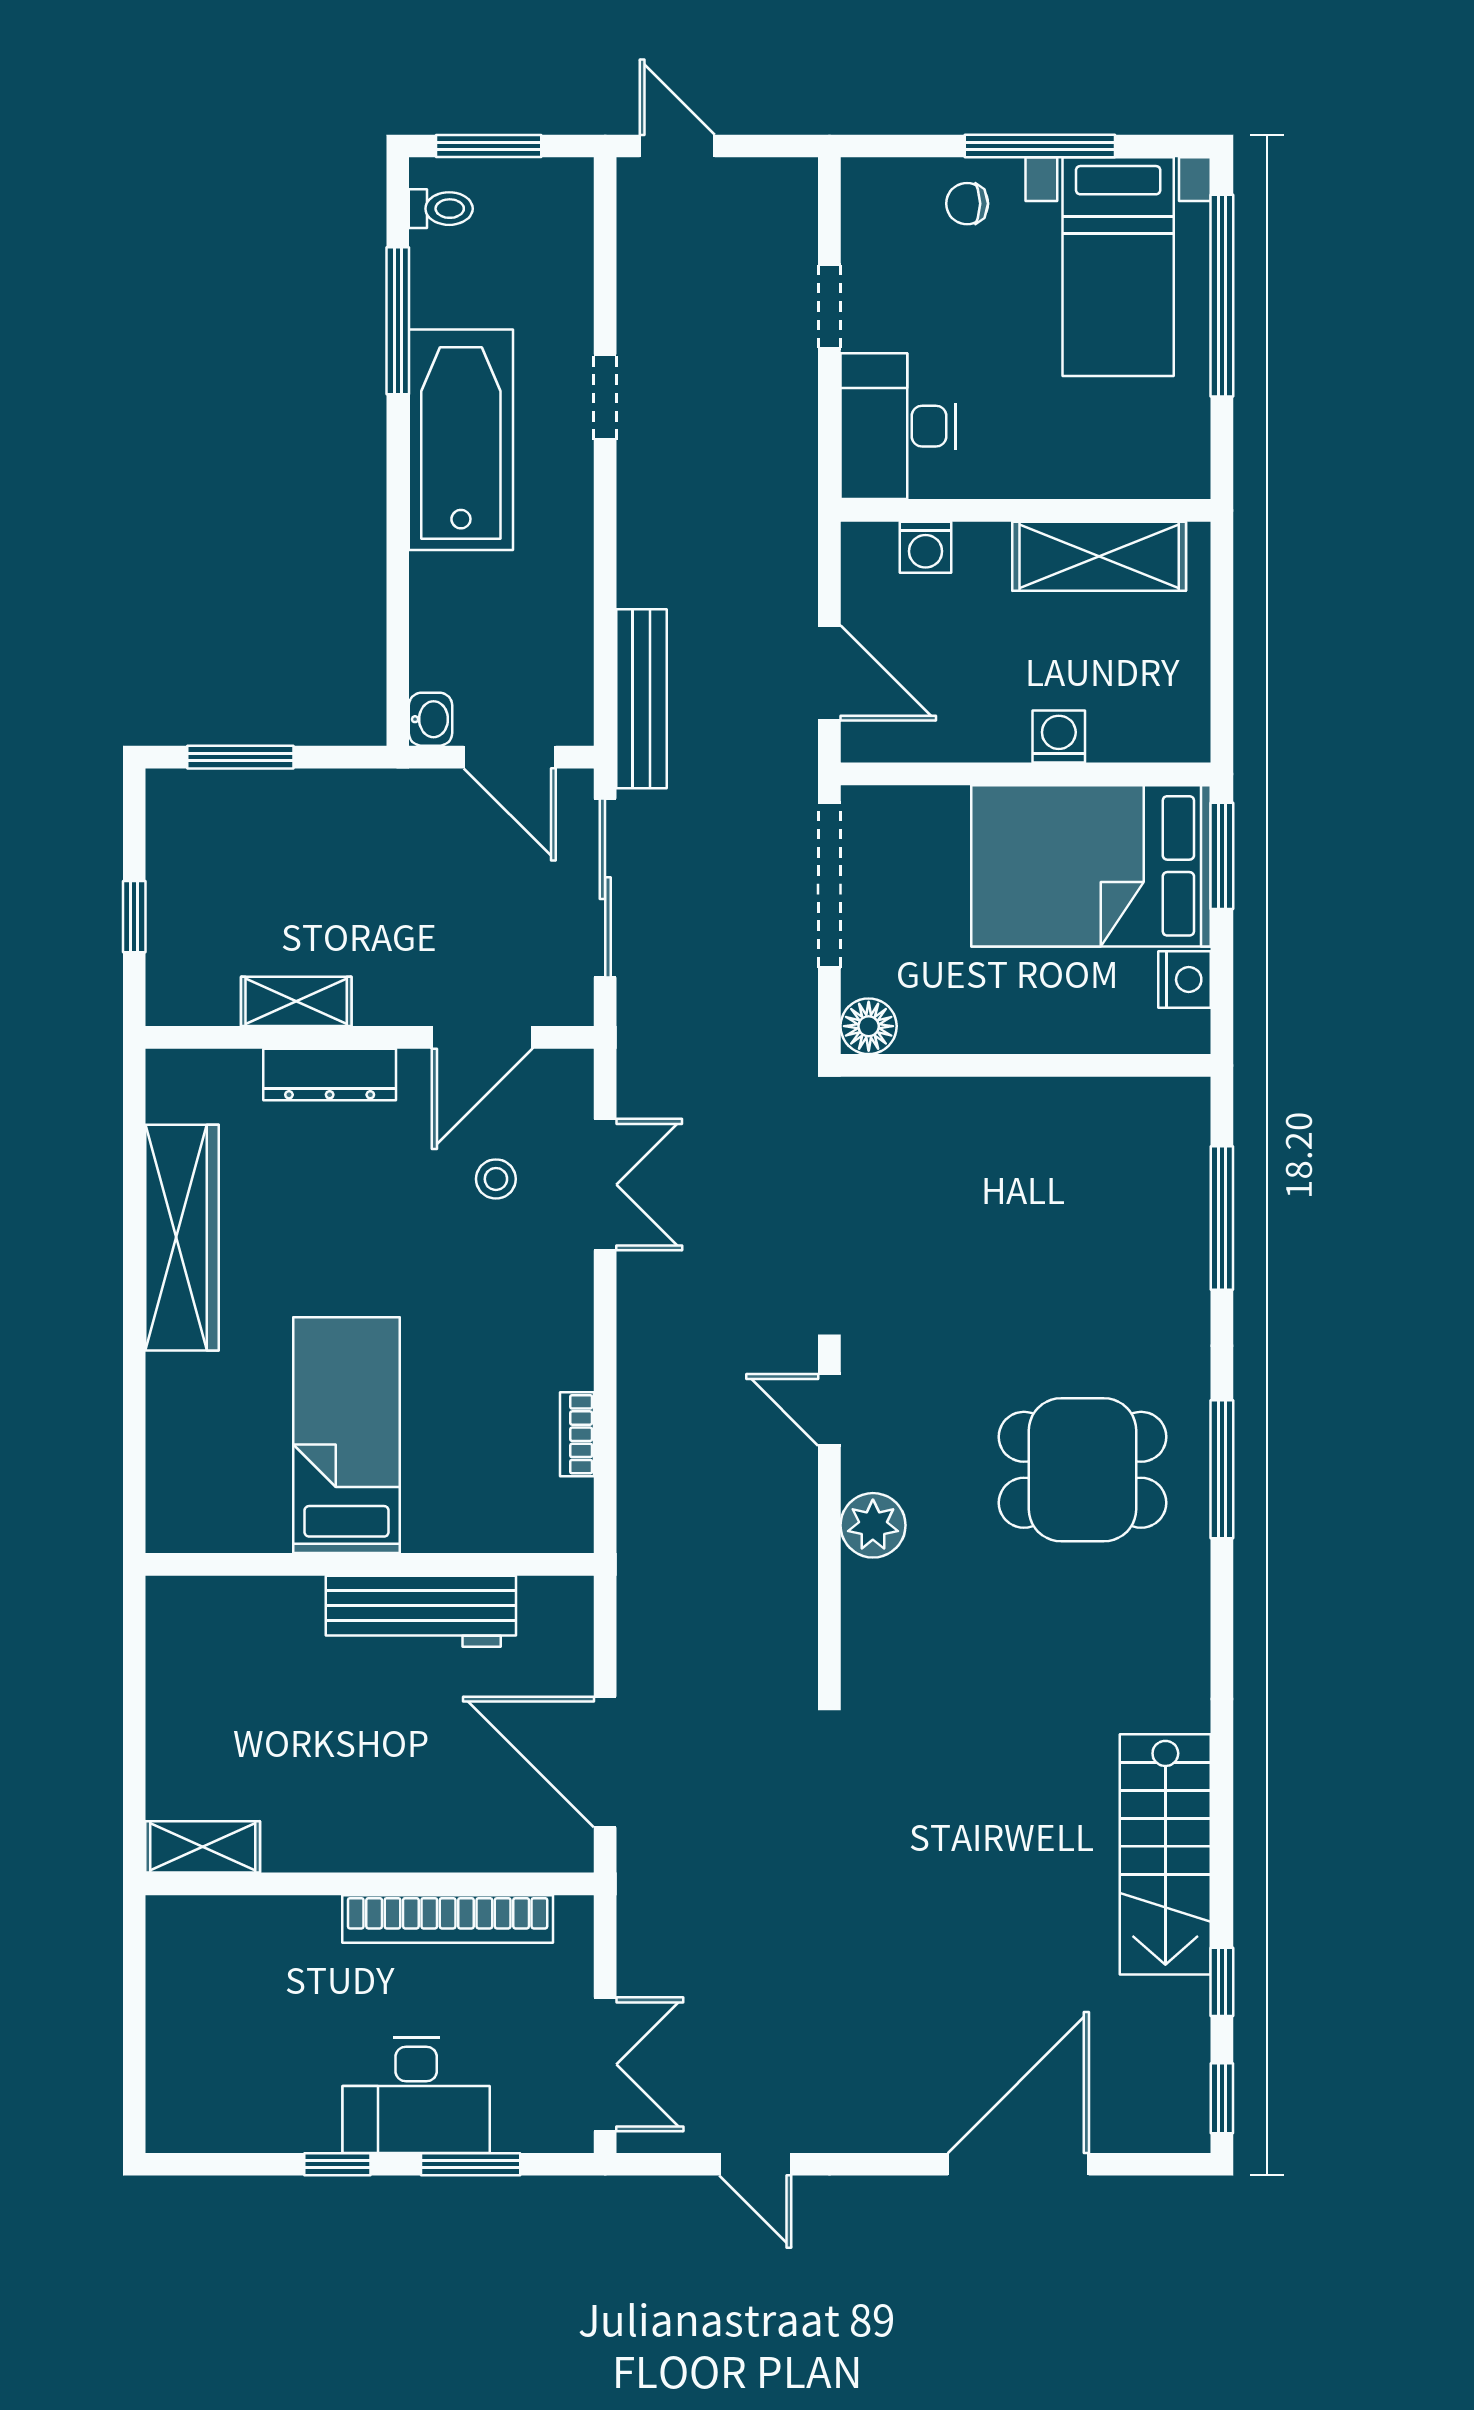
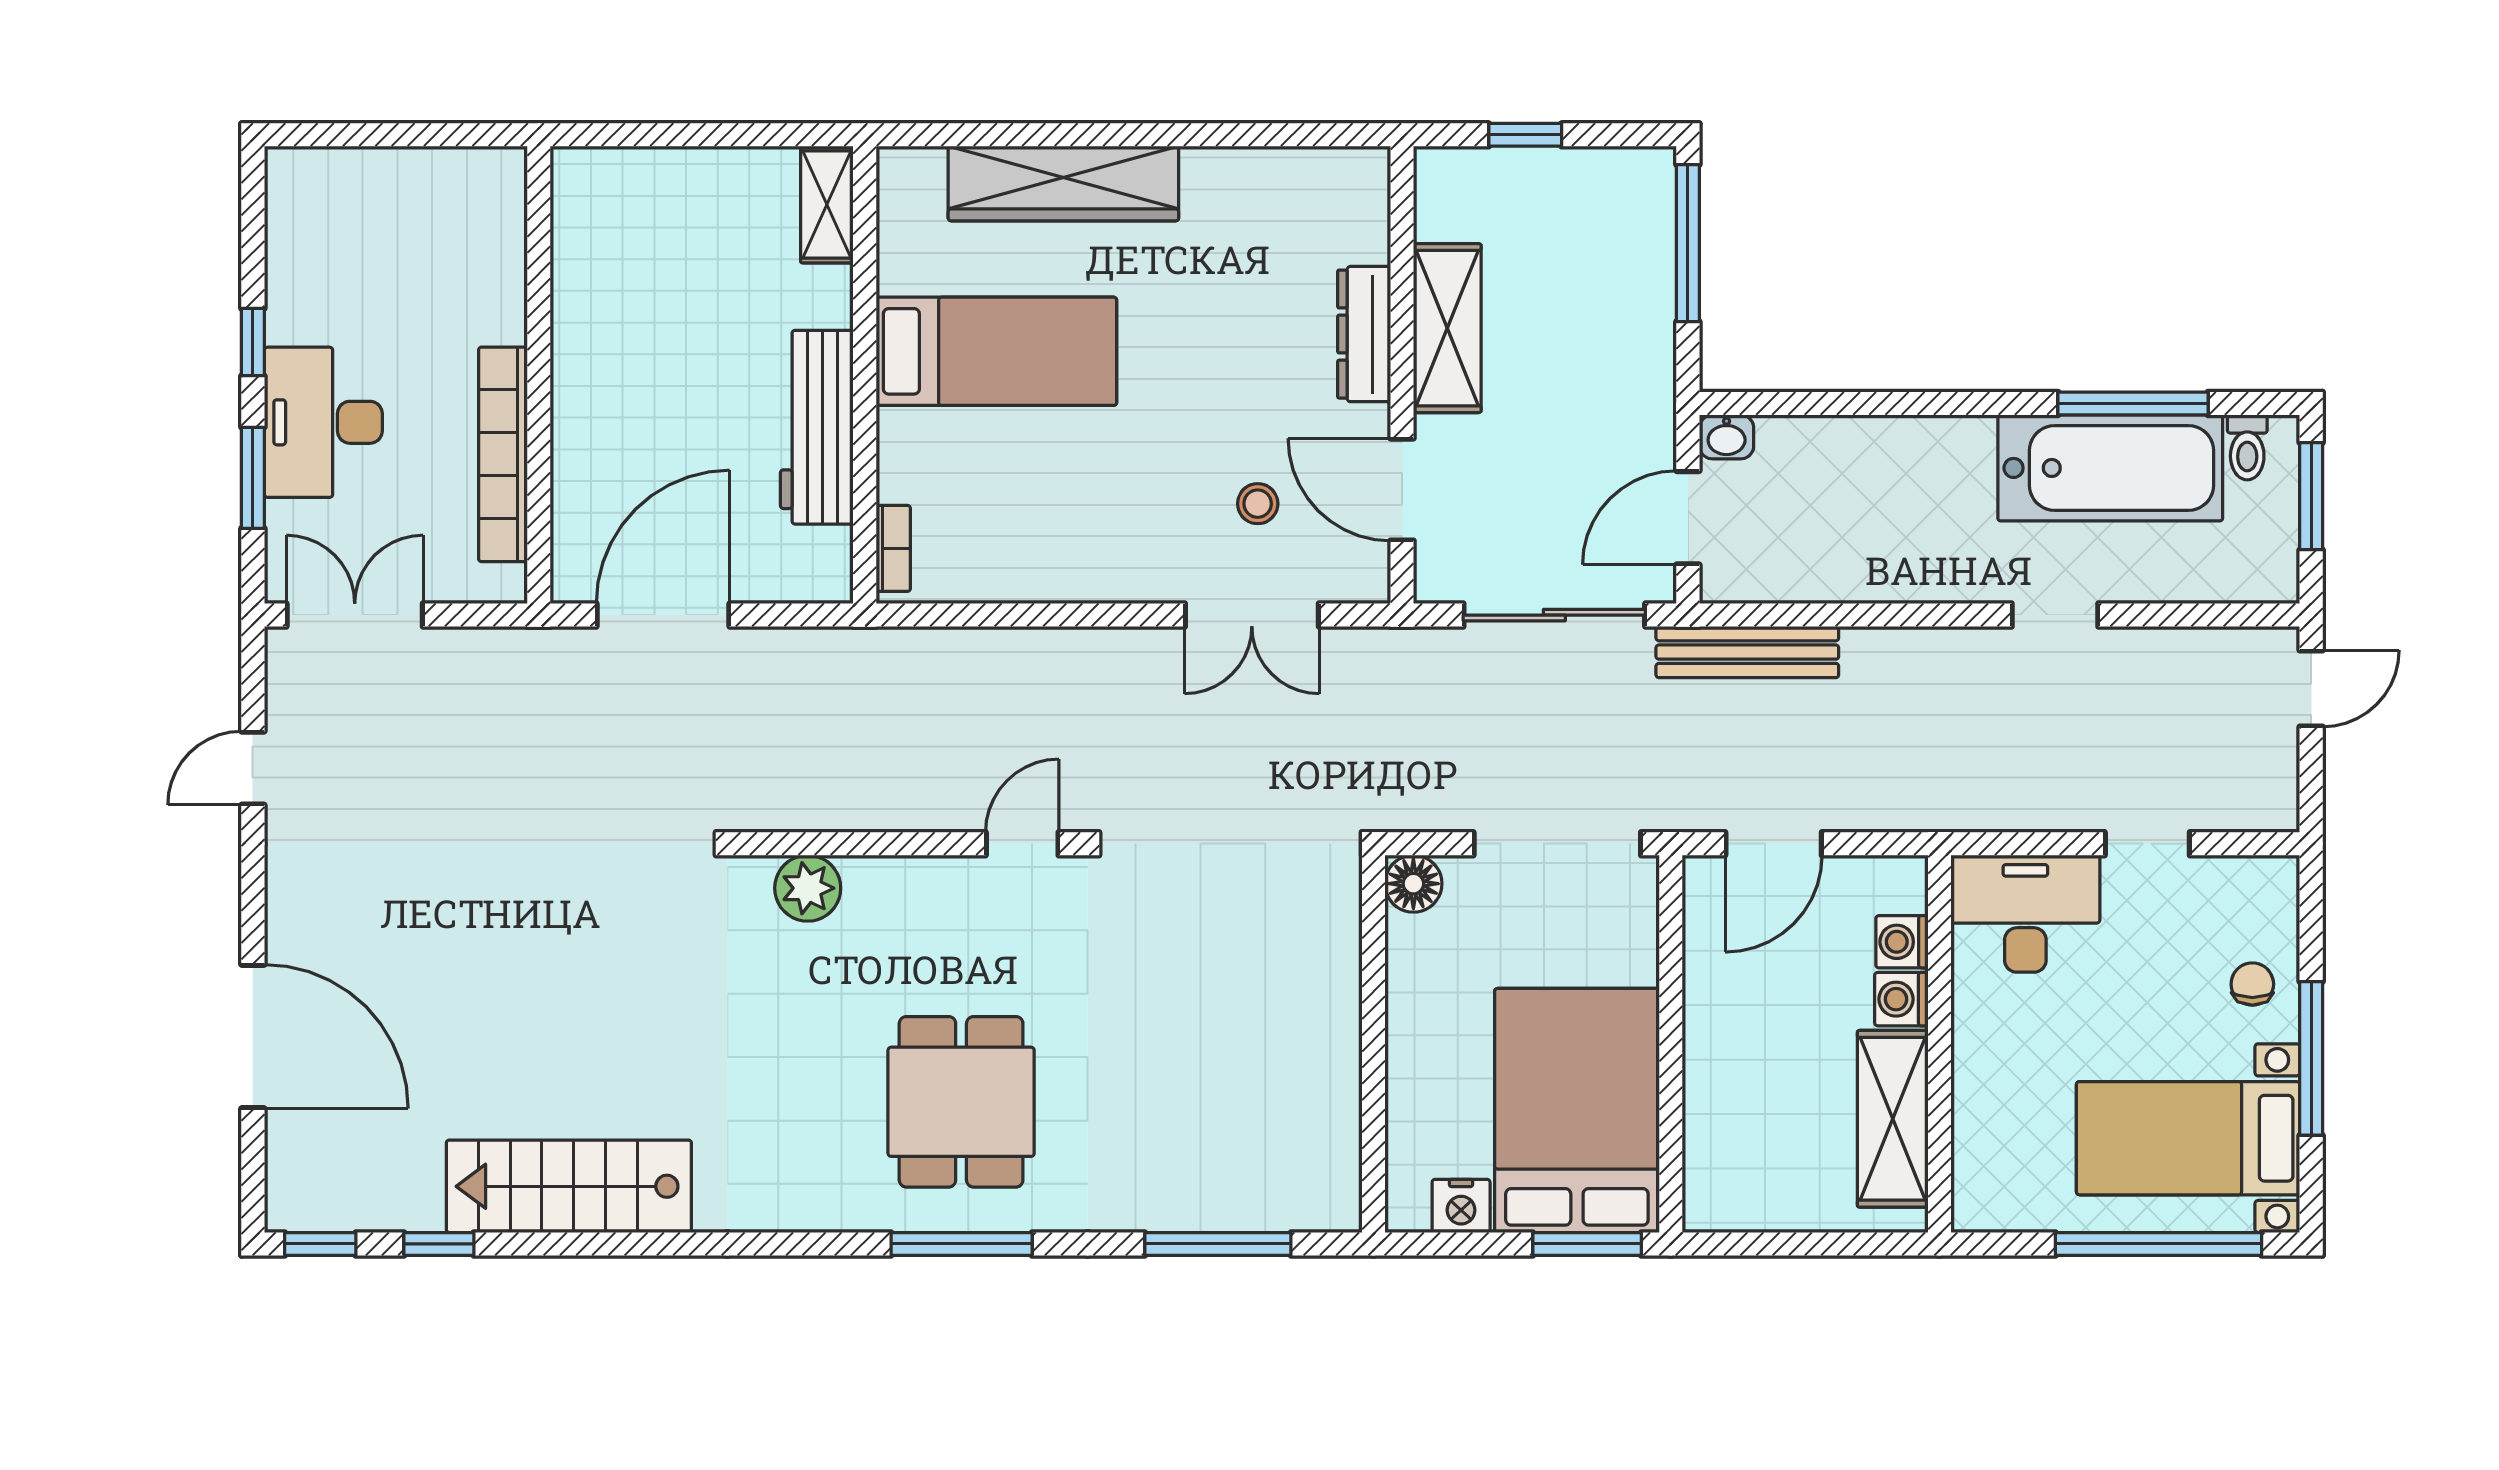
bathtub: (461, 440) -> (2110, 468), moved
washing machine: (1059, 737) -> (1901, 999), moved, turned 180
window: (240, 757) -> (1688, 243), width x1.44
shelving: (296, 1001) -> (1447, 328), width x1.50, depth x1.33
wardrobe: (182, 1238) -> (1063, 184), moved
bookcase: (577, 1434) -> (893, 548), moved, turned 90
plant: (873, 1525) -> (808, 888), moved
shelving: (203, 1847) -> (827, 205), moved
double door: (605, 2064) -> (355, 615), swing flipped

